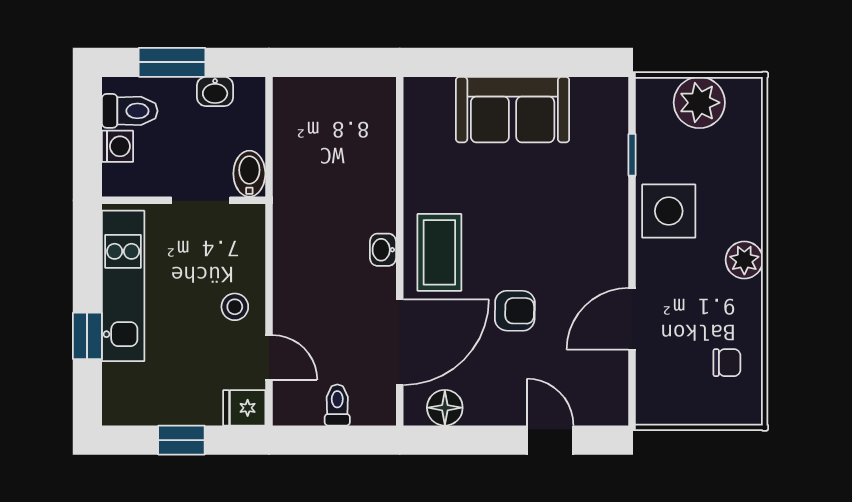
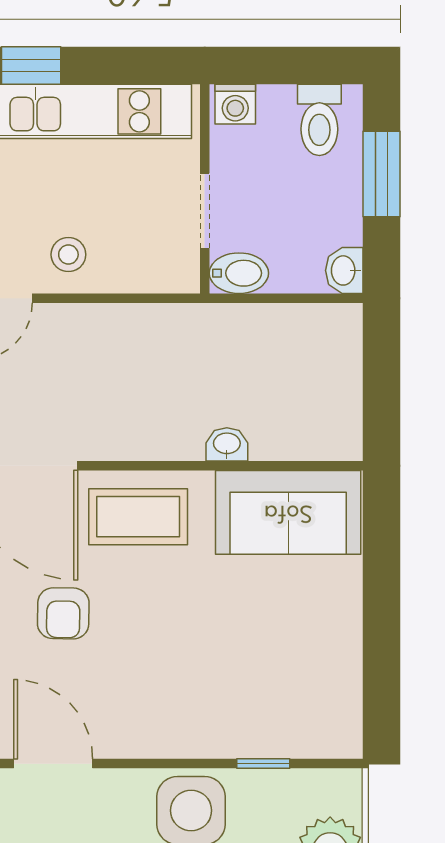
washbasin: (215, 91) -> (344, 270), moved
sofa: (513, 110) -> (288, 512), moved, turned -90
washing machine: (117, 146) -> (235, 104), moved
washbasin: (383, 250) -> (227, 444), moved

